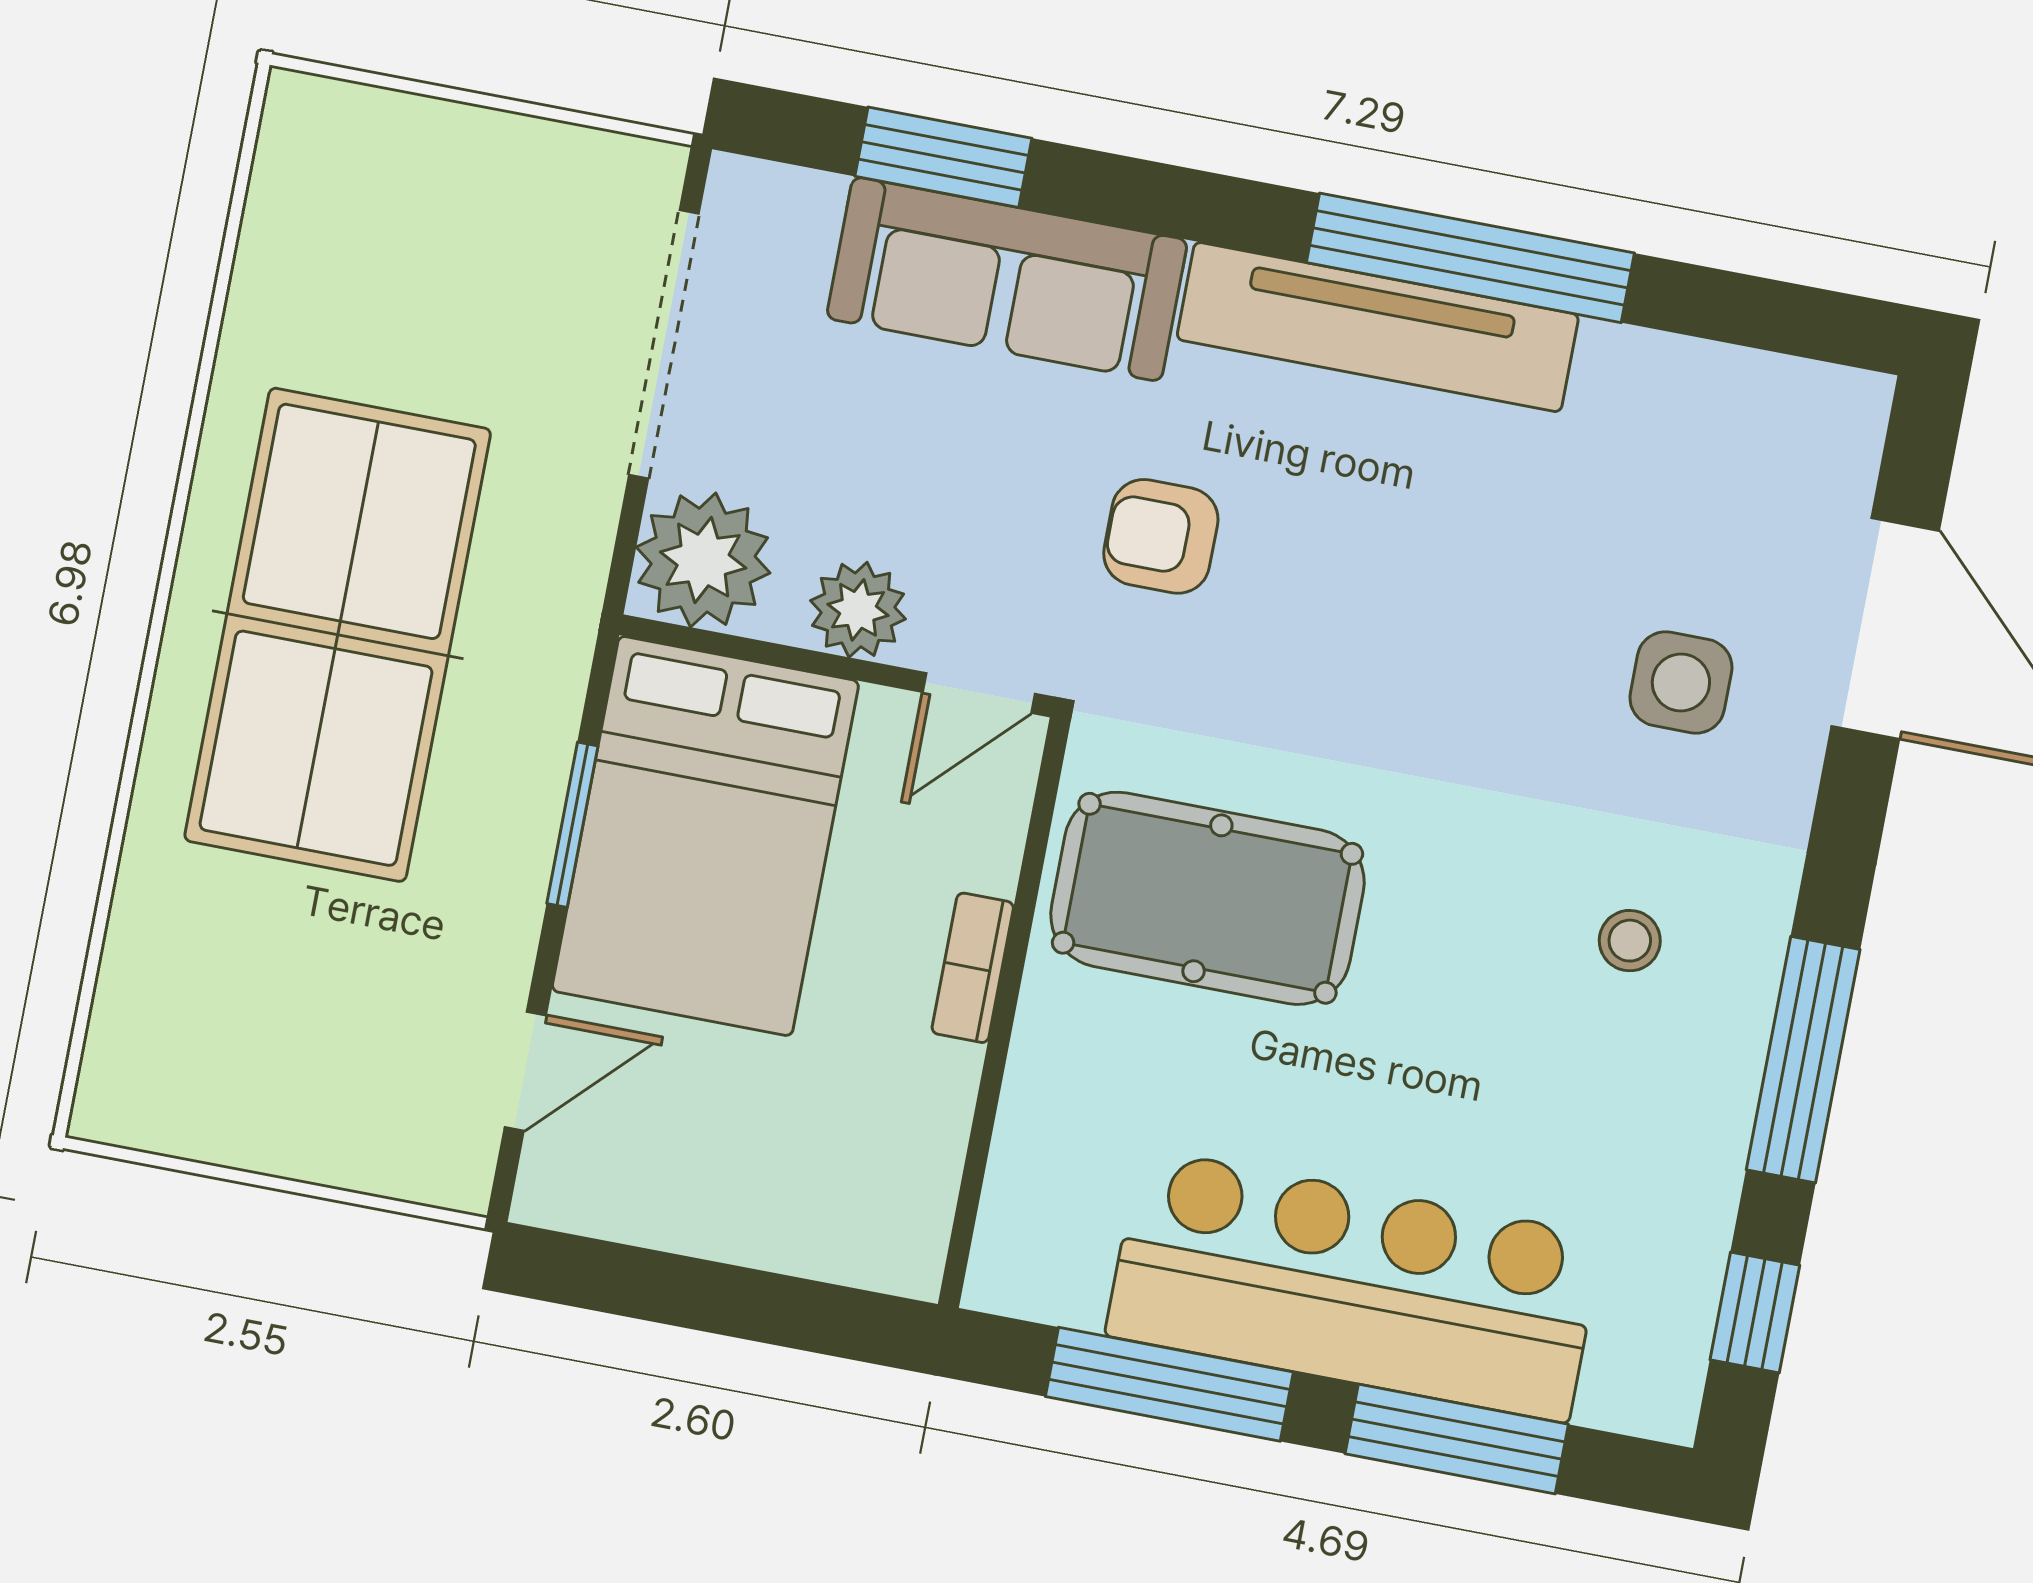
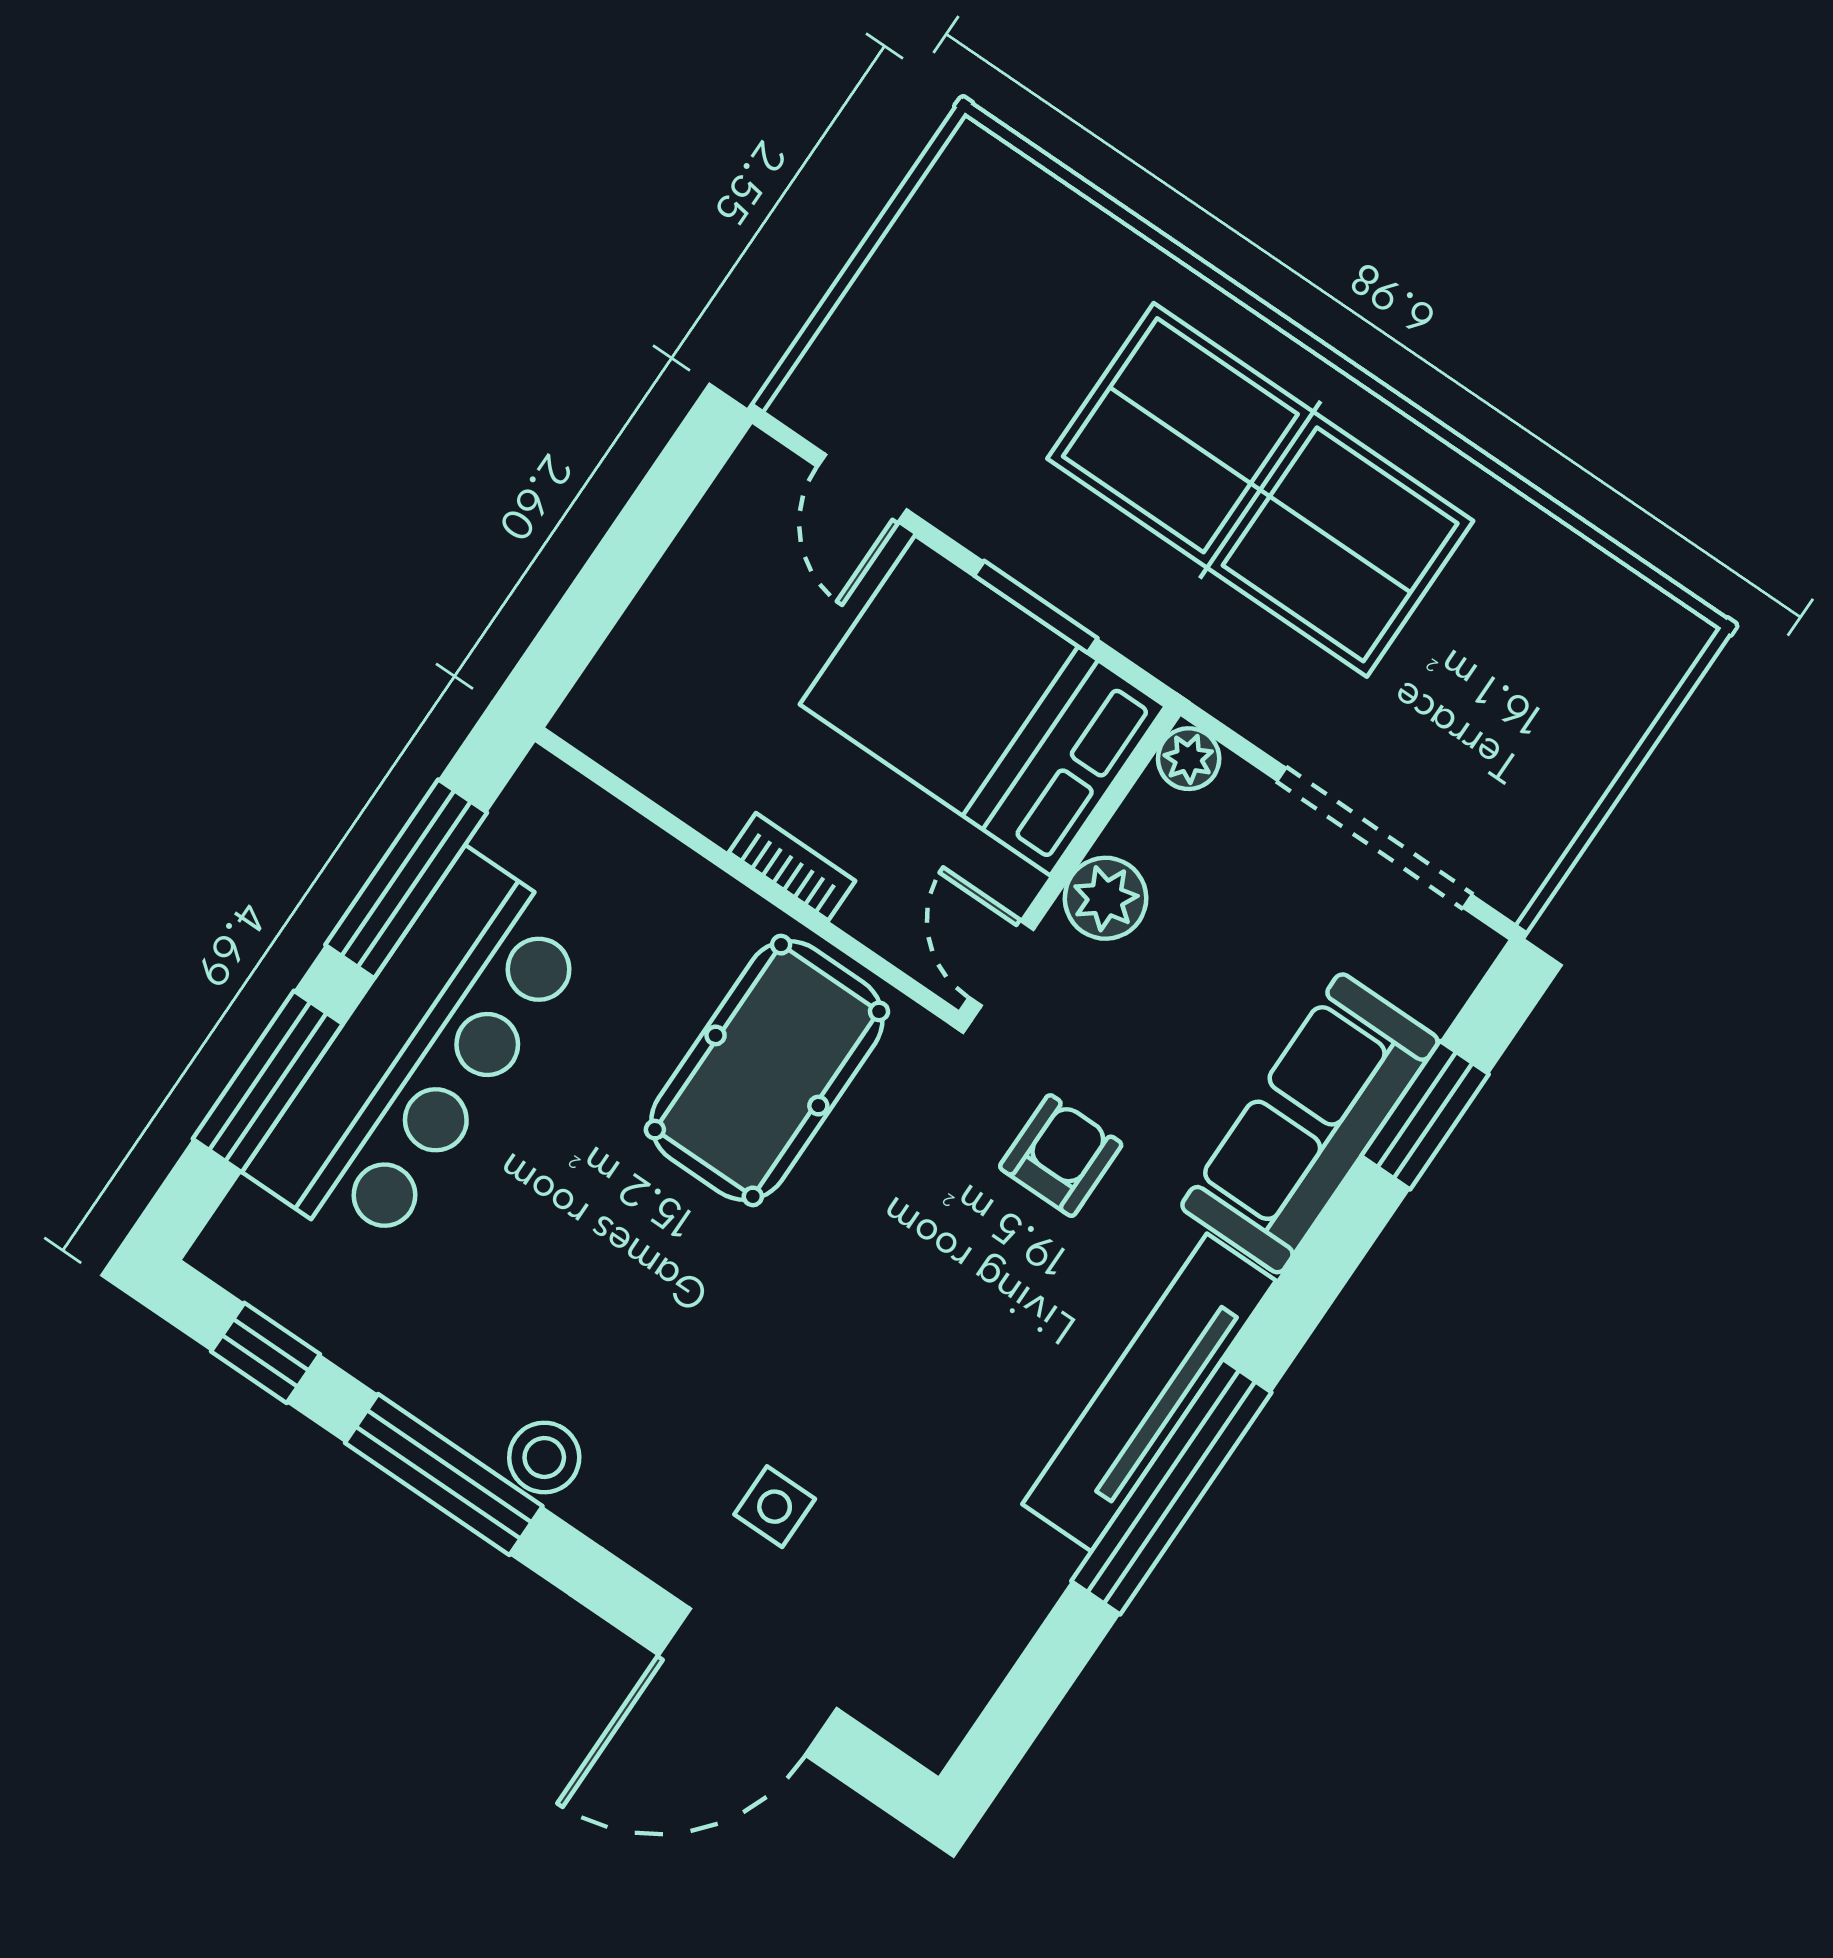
plant: (703, 560) -> (1189, 759), width x0.53, depth x0.53
side table: (1681, 682) -> (775, 1507), width x0.73, depth x0.73
stool: (1630, 941) -> (544, 1457), moved, width x1.37, depth x1.37

